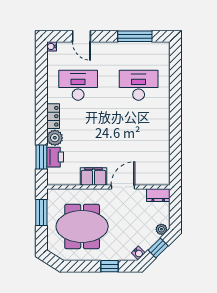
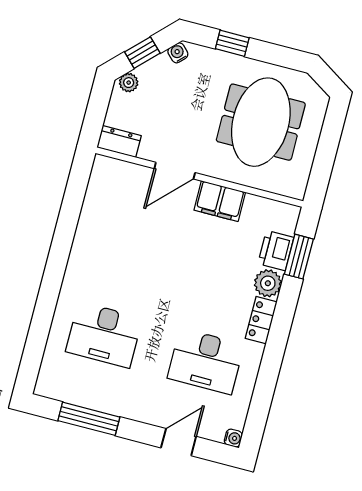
door: (81, 36) -> (179, 442), hinge flipped
window: (41, 213) -> (323, 163), removed
meeting table: (82, 226) -> (261, 122), turned 90

